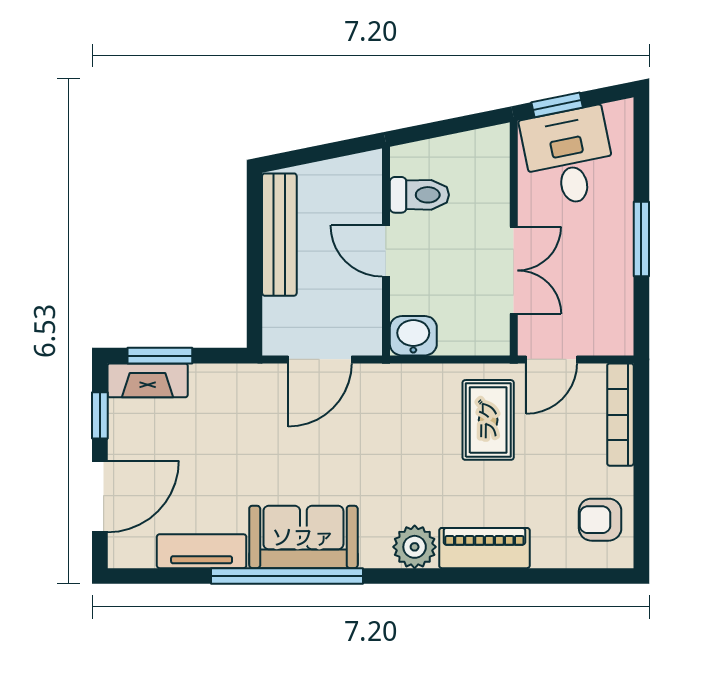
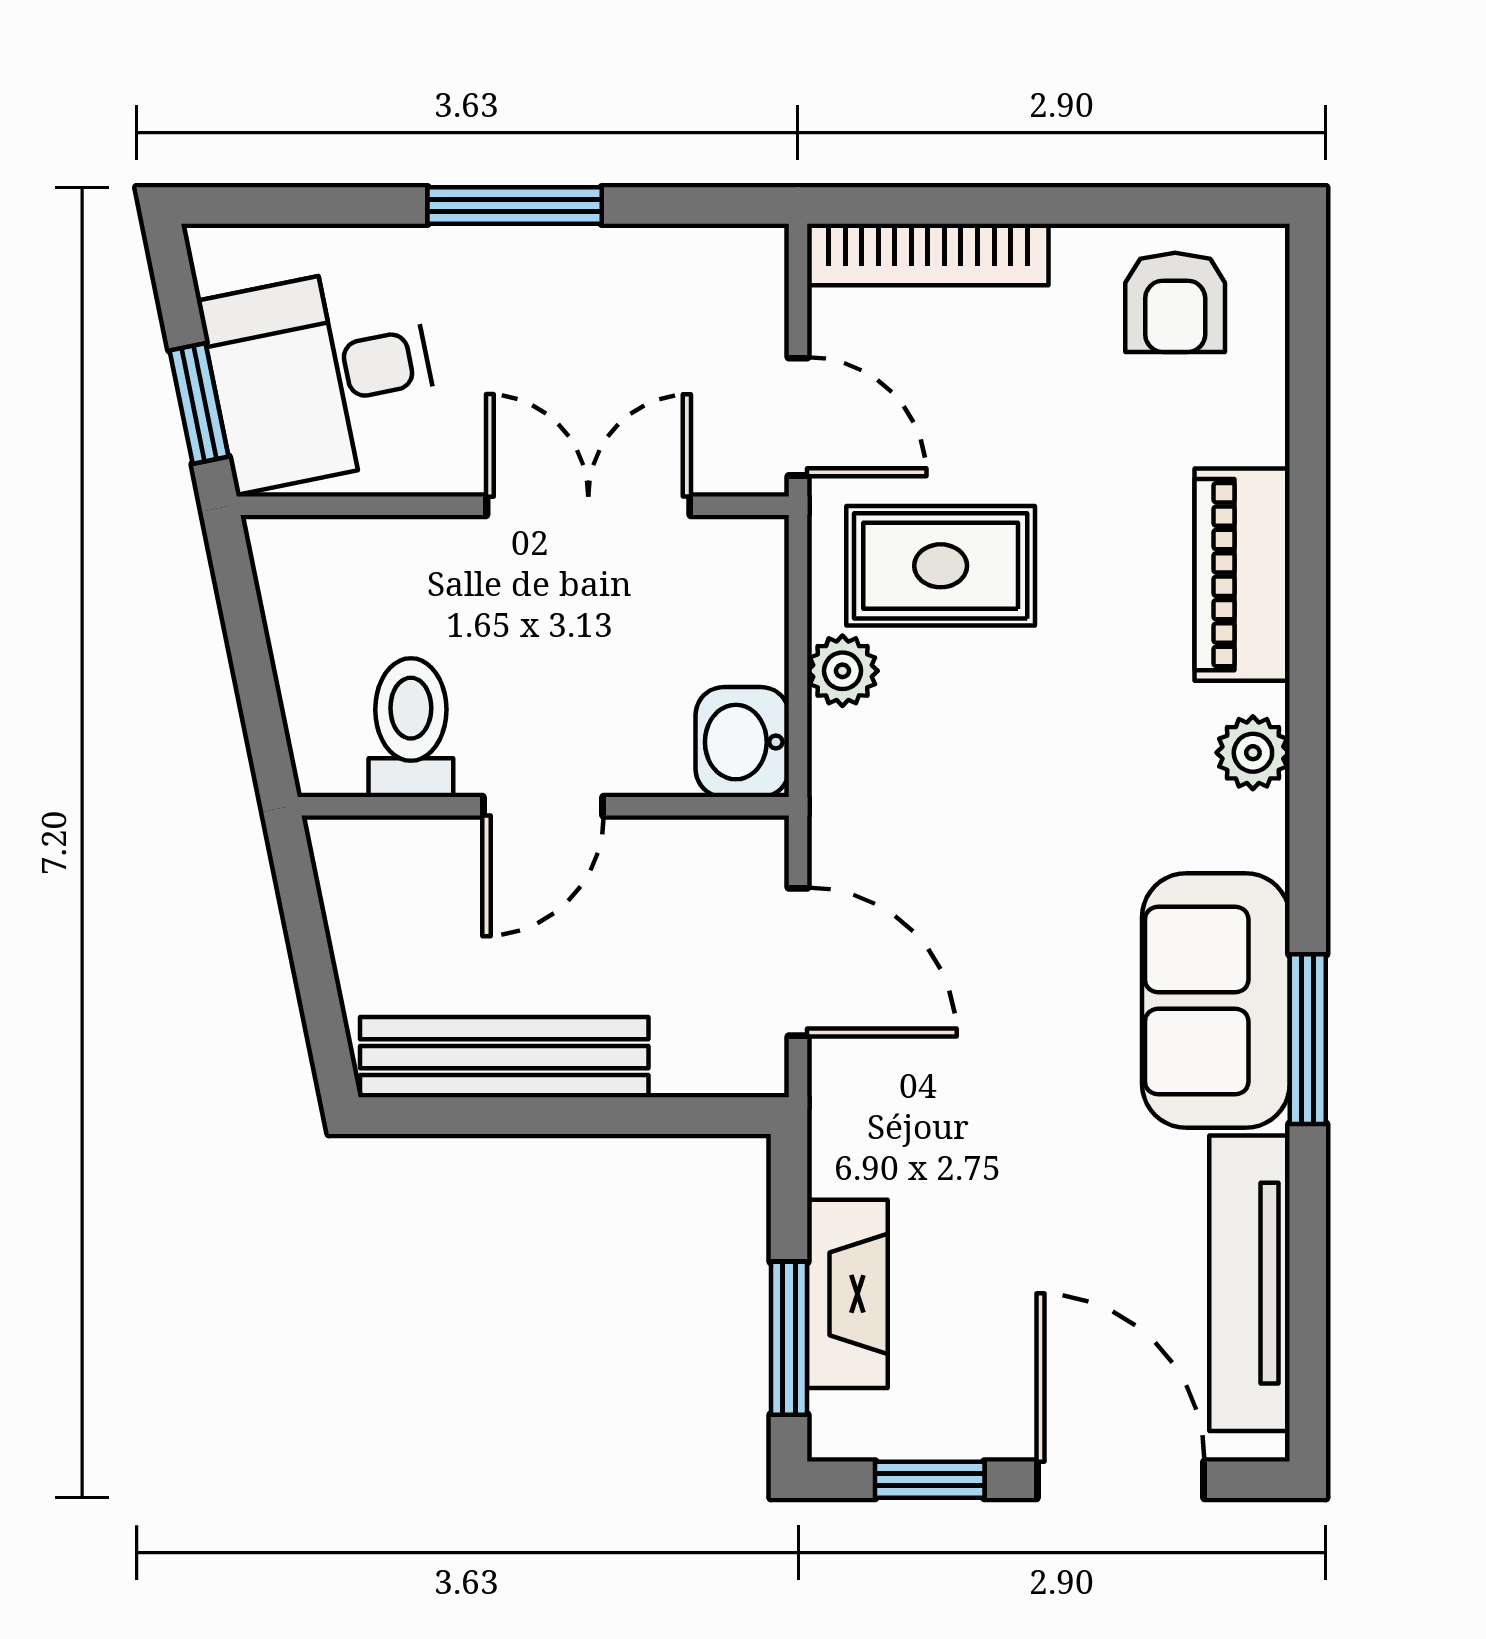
plant: (444, 378) -> (842, 671), added
fireplace: (148, 380) -> (847, 1294), moved
plant: (415, 547) -> (1253, 753), width x0.73, depth x0.73
tv unit: (202, 551) -> (1250, 1283), width x1.41
window: (287, 576) -> (1308, 1039), width x0.47

